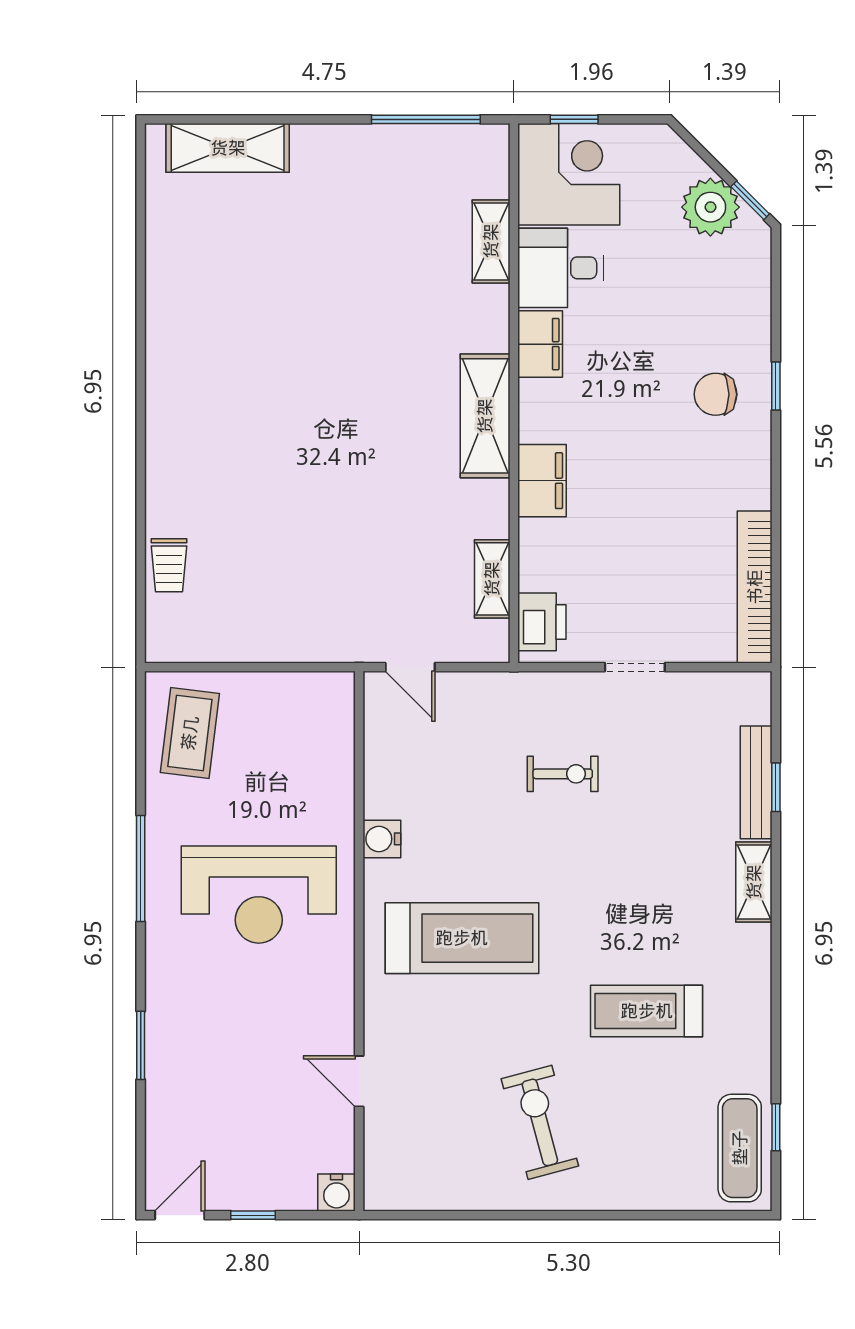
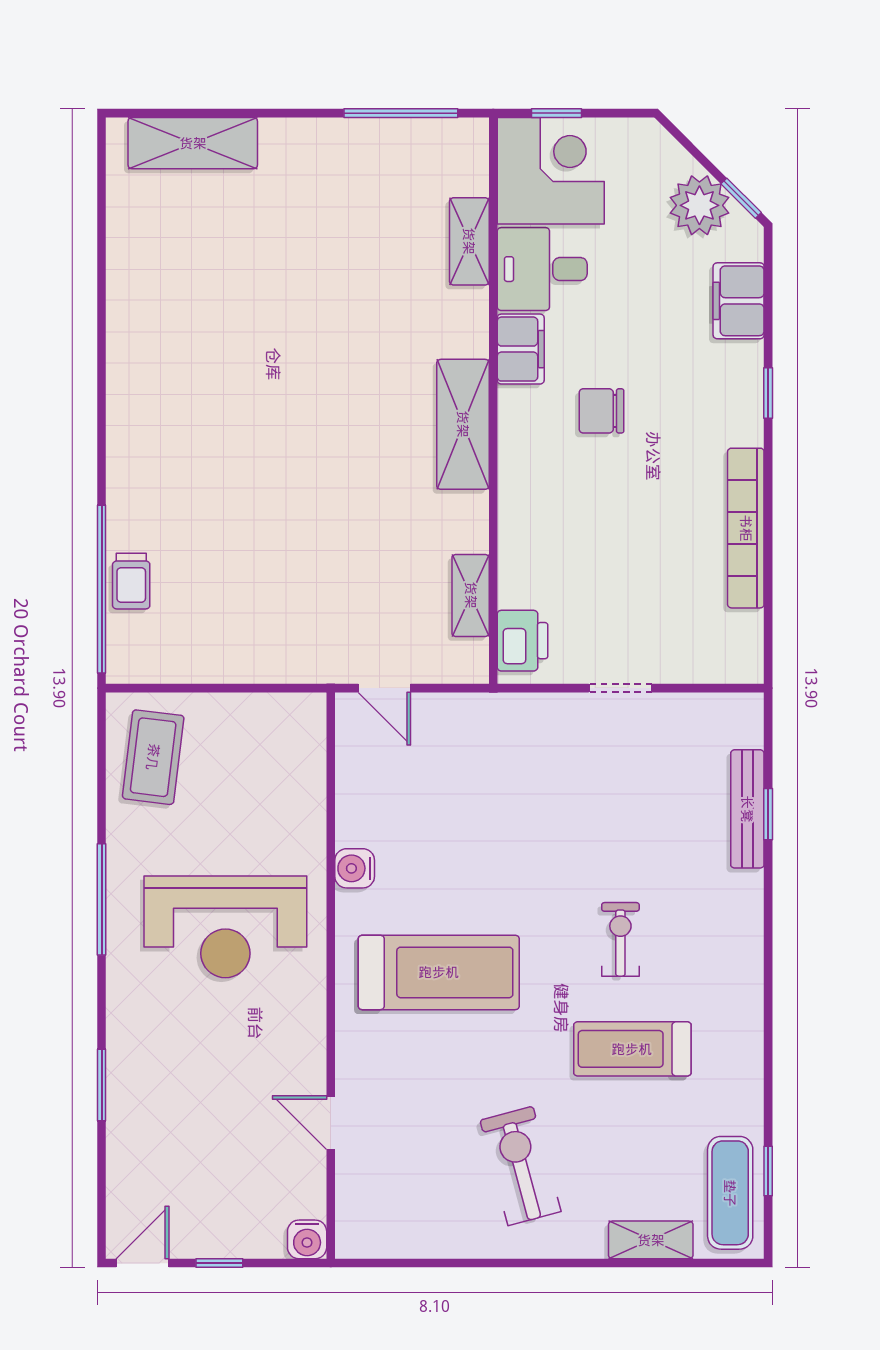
chair: (716, 394) -> (602, 411), moved
filing cabinet: (542, 481) -> (739, 301), moved, turned 180
window: (141, 573) -> (102, 589), added
bookcase: (755, 587) -> (746, 528), moved
exercise bike: (563, 774) -> (620, 939), moved, turned -90
shelving: (754, 882) -> (651, 1240), moved, turned 90

